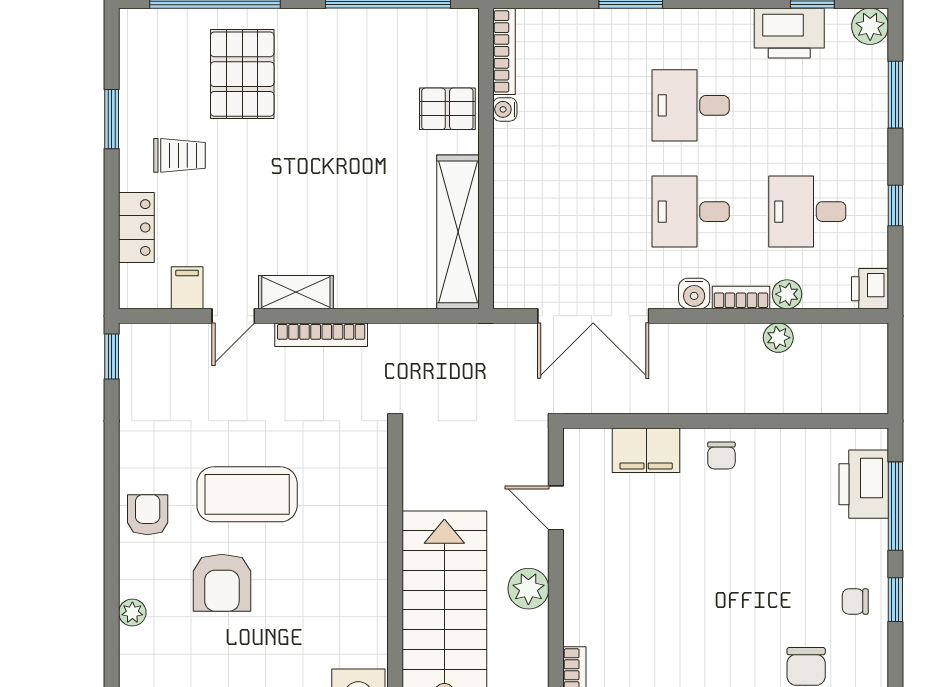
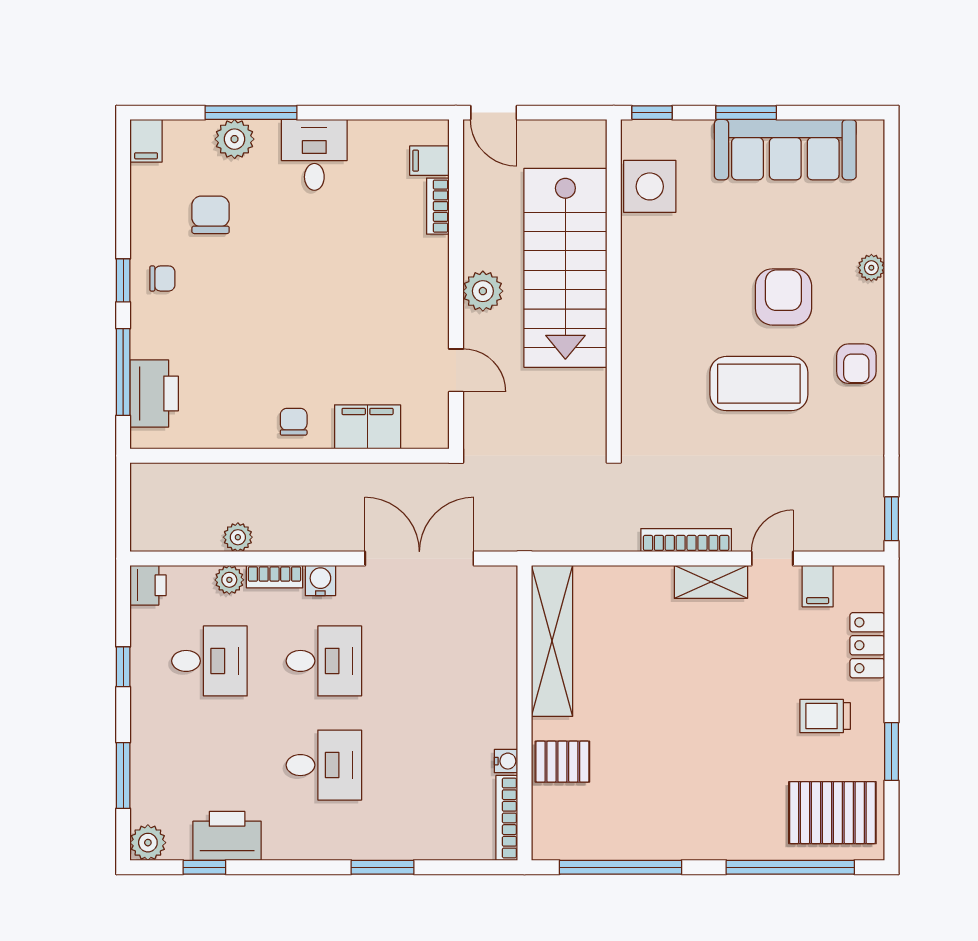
pallet: (242, 74) -> (832, 813), moved, turned 90

